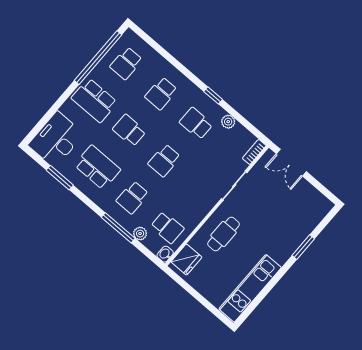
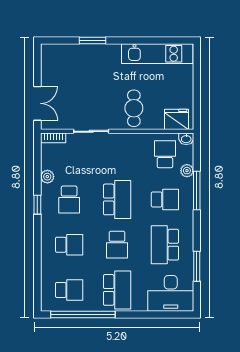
school desk: (164, 160) -> (117, 199), width x1.85
cafe table: (224, 234) -> (134, 108), turned 90

